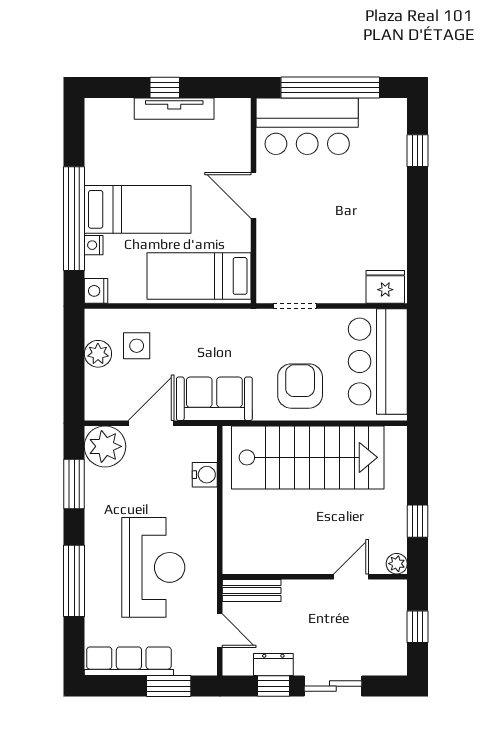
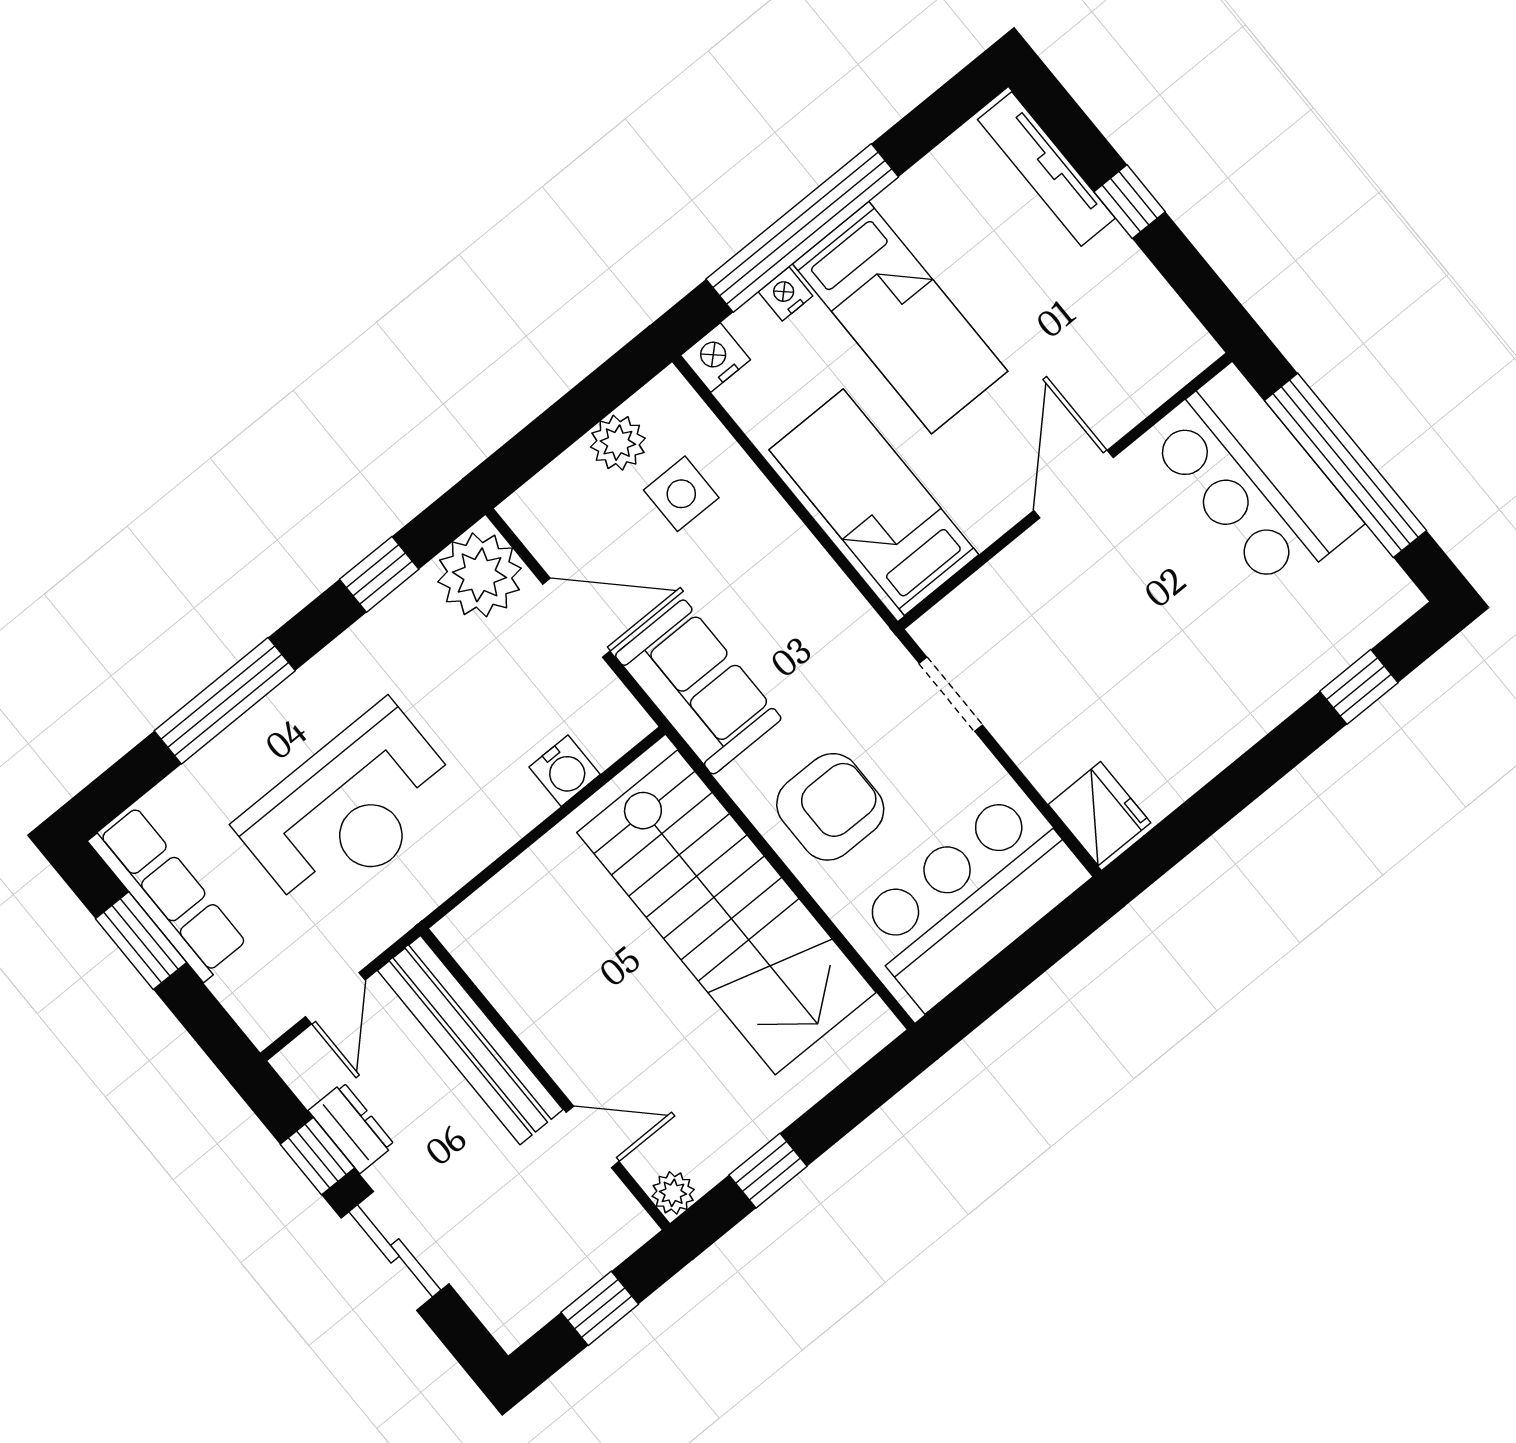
tv unit: (174, 109) -> (1046, 169), moved
window: (74, 484) -> (379, 574), width x0.67
bench: (252, 591) -> (470, 1040), width x1.86, depth x1.21
window: (169, 686) -> (141, 941), moved

